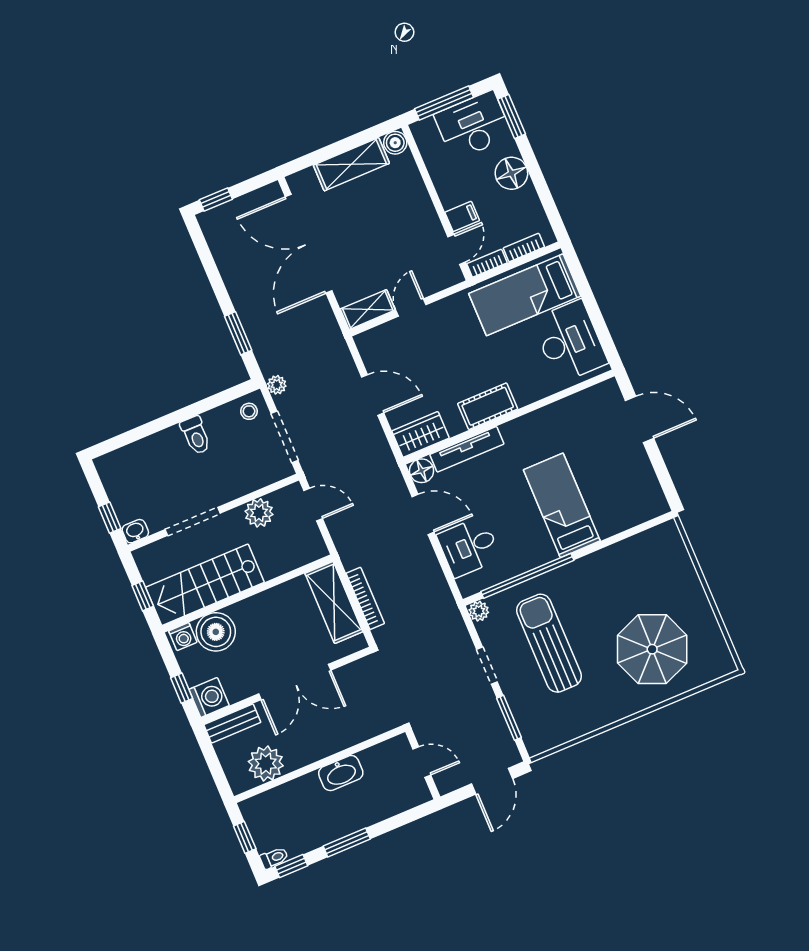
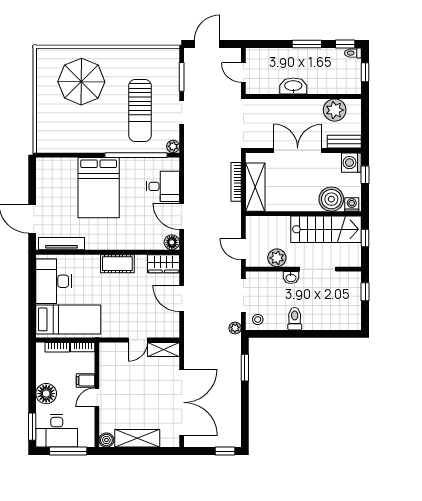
door: (457, 249) -> (97, 398), moved
tv unit: (467, 449) -> (61, 244), moved
bed: (562, 505) -> (99, 188), width x1.50
washbasin: (135, 531) -> (291, 278), moved

